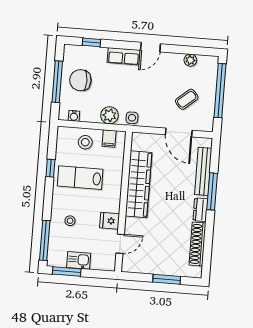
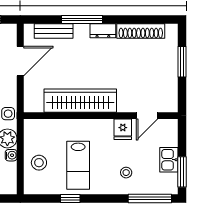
water cooler: (74, 116) -> (11, 155), moved
filing cabinet: (109, 138) -> (33, 137), removed
bench: (203, 171) -> (54, 31), width x0.73
door: (120, 244) -> (147, 116), swing flipped

